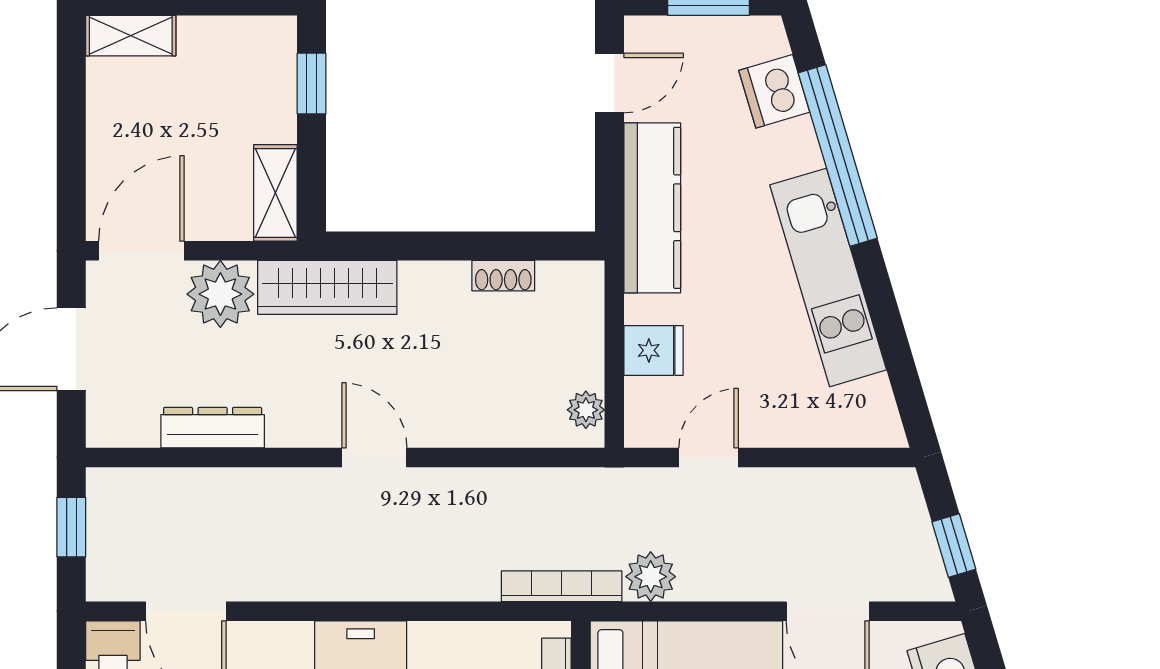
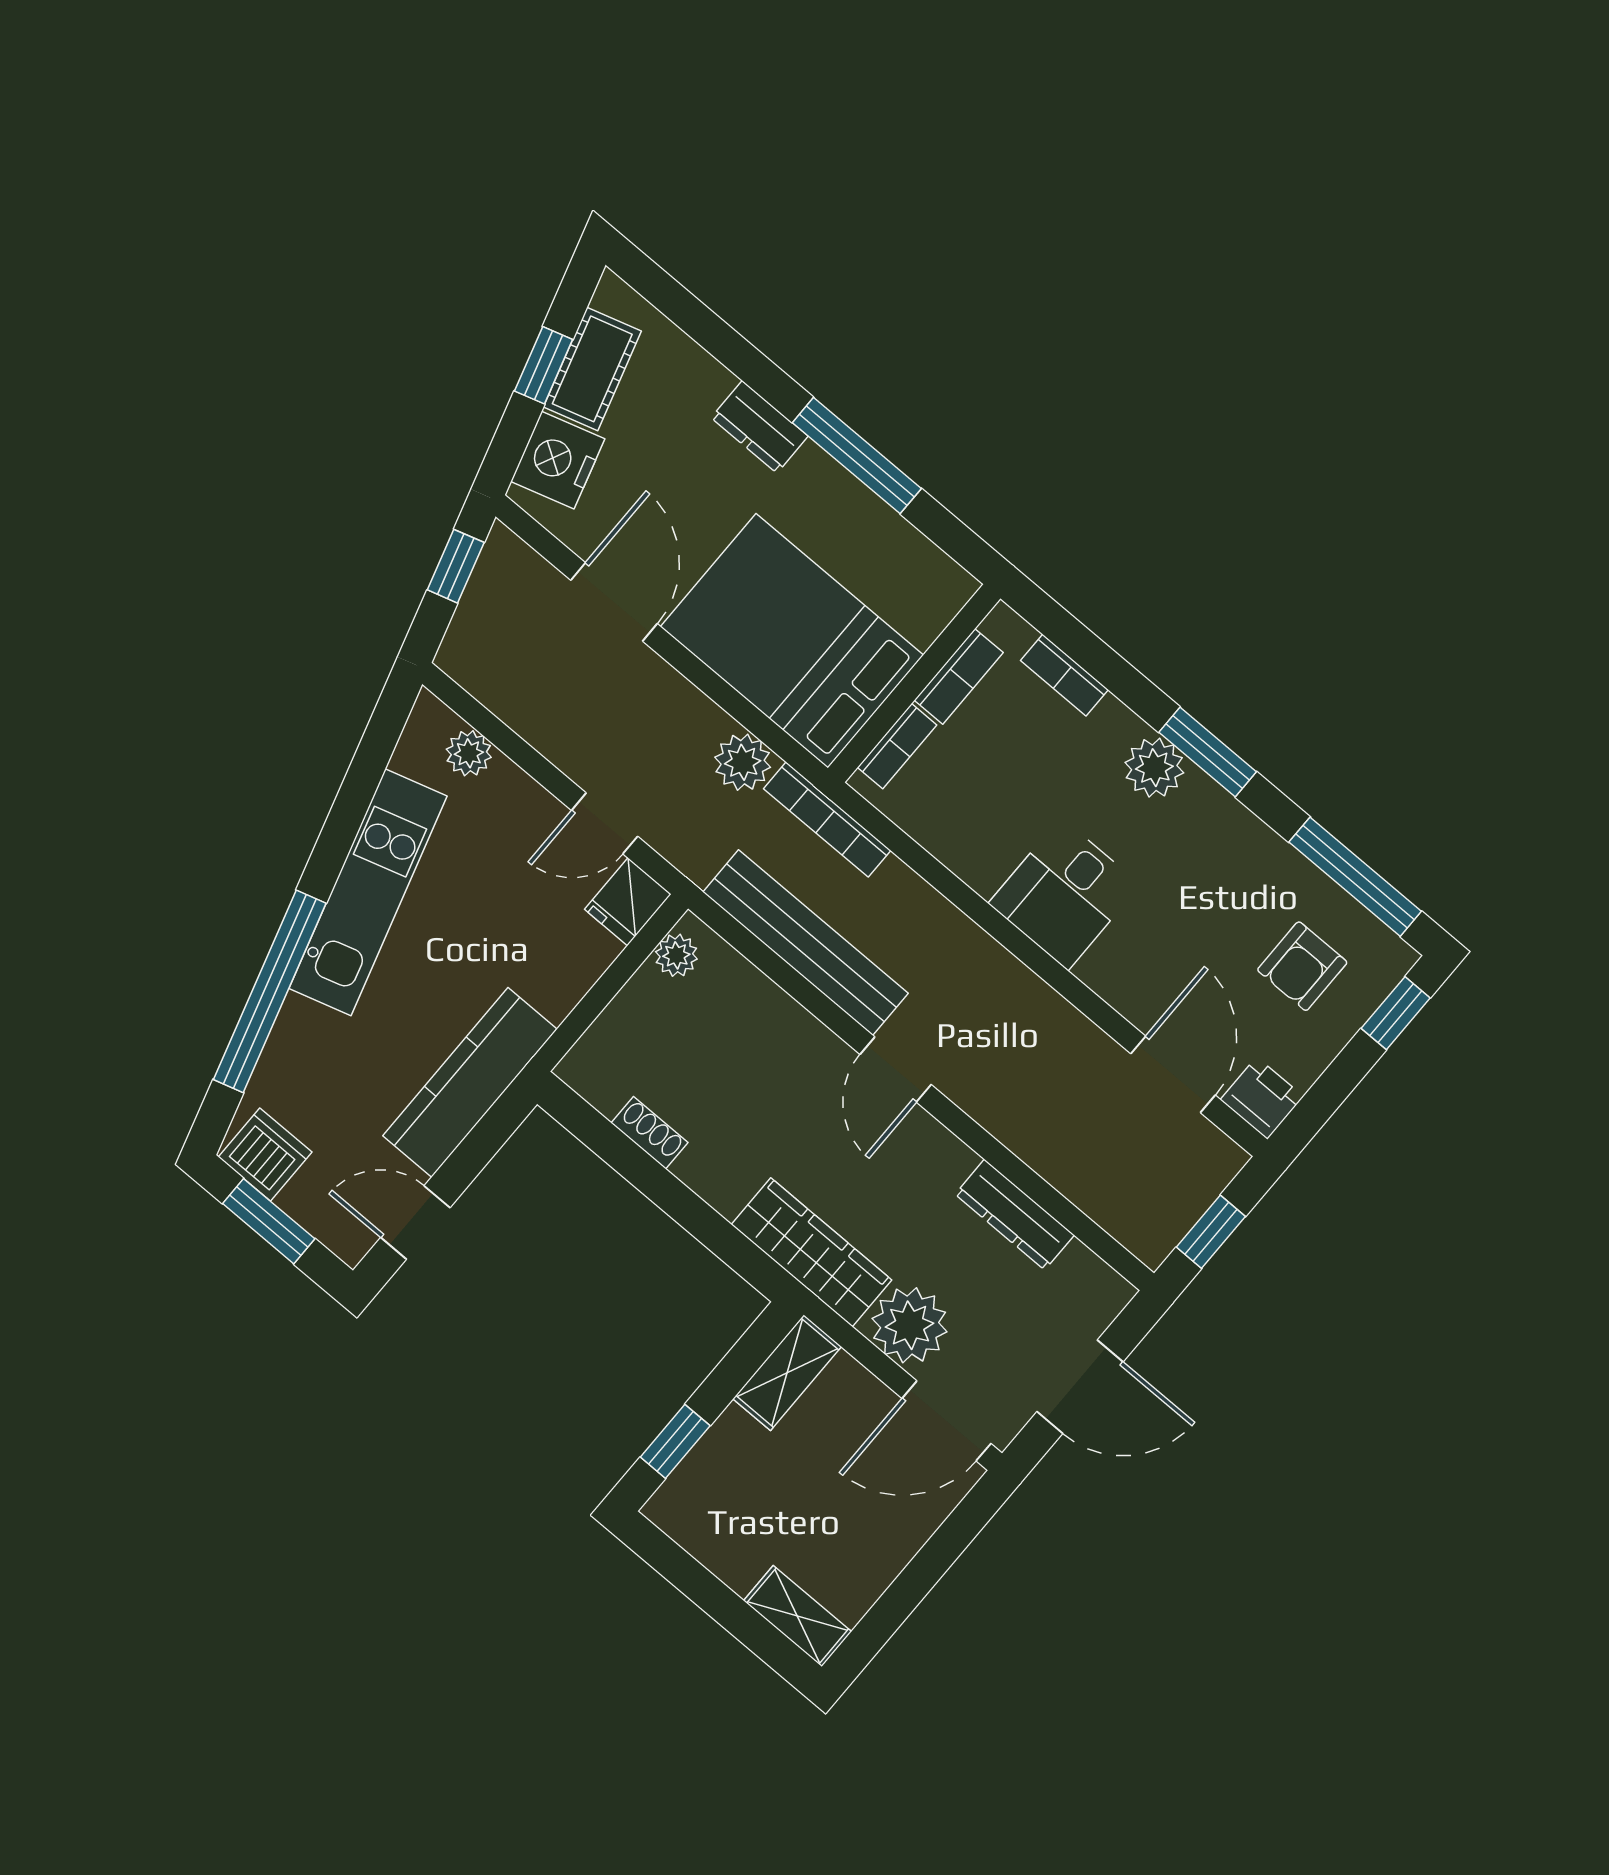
dishwasher: (774, 91) -> (265, 1155), moved, turned -73
fridge: (654, 350) -> (628, 902), moved, turned -90
plant: (839, 428) -> (469, 753), added
bench: (506, 491) -> (806, 943), added

